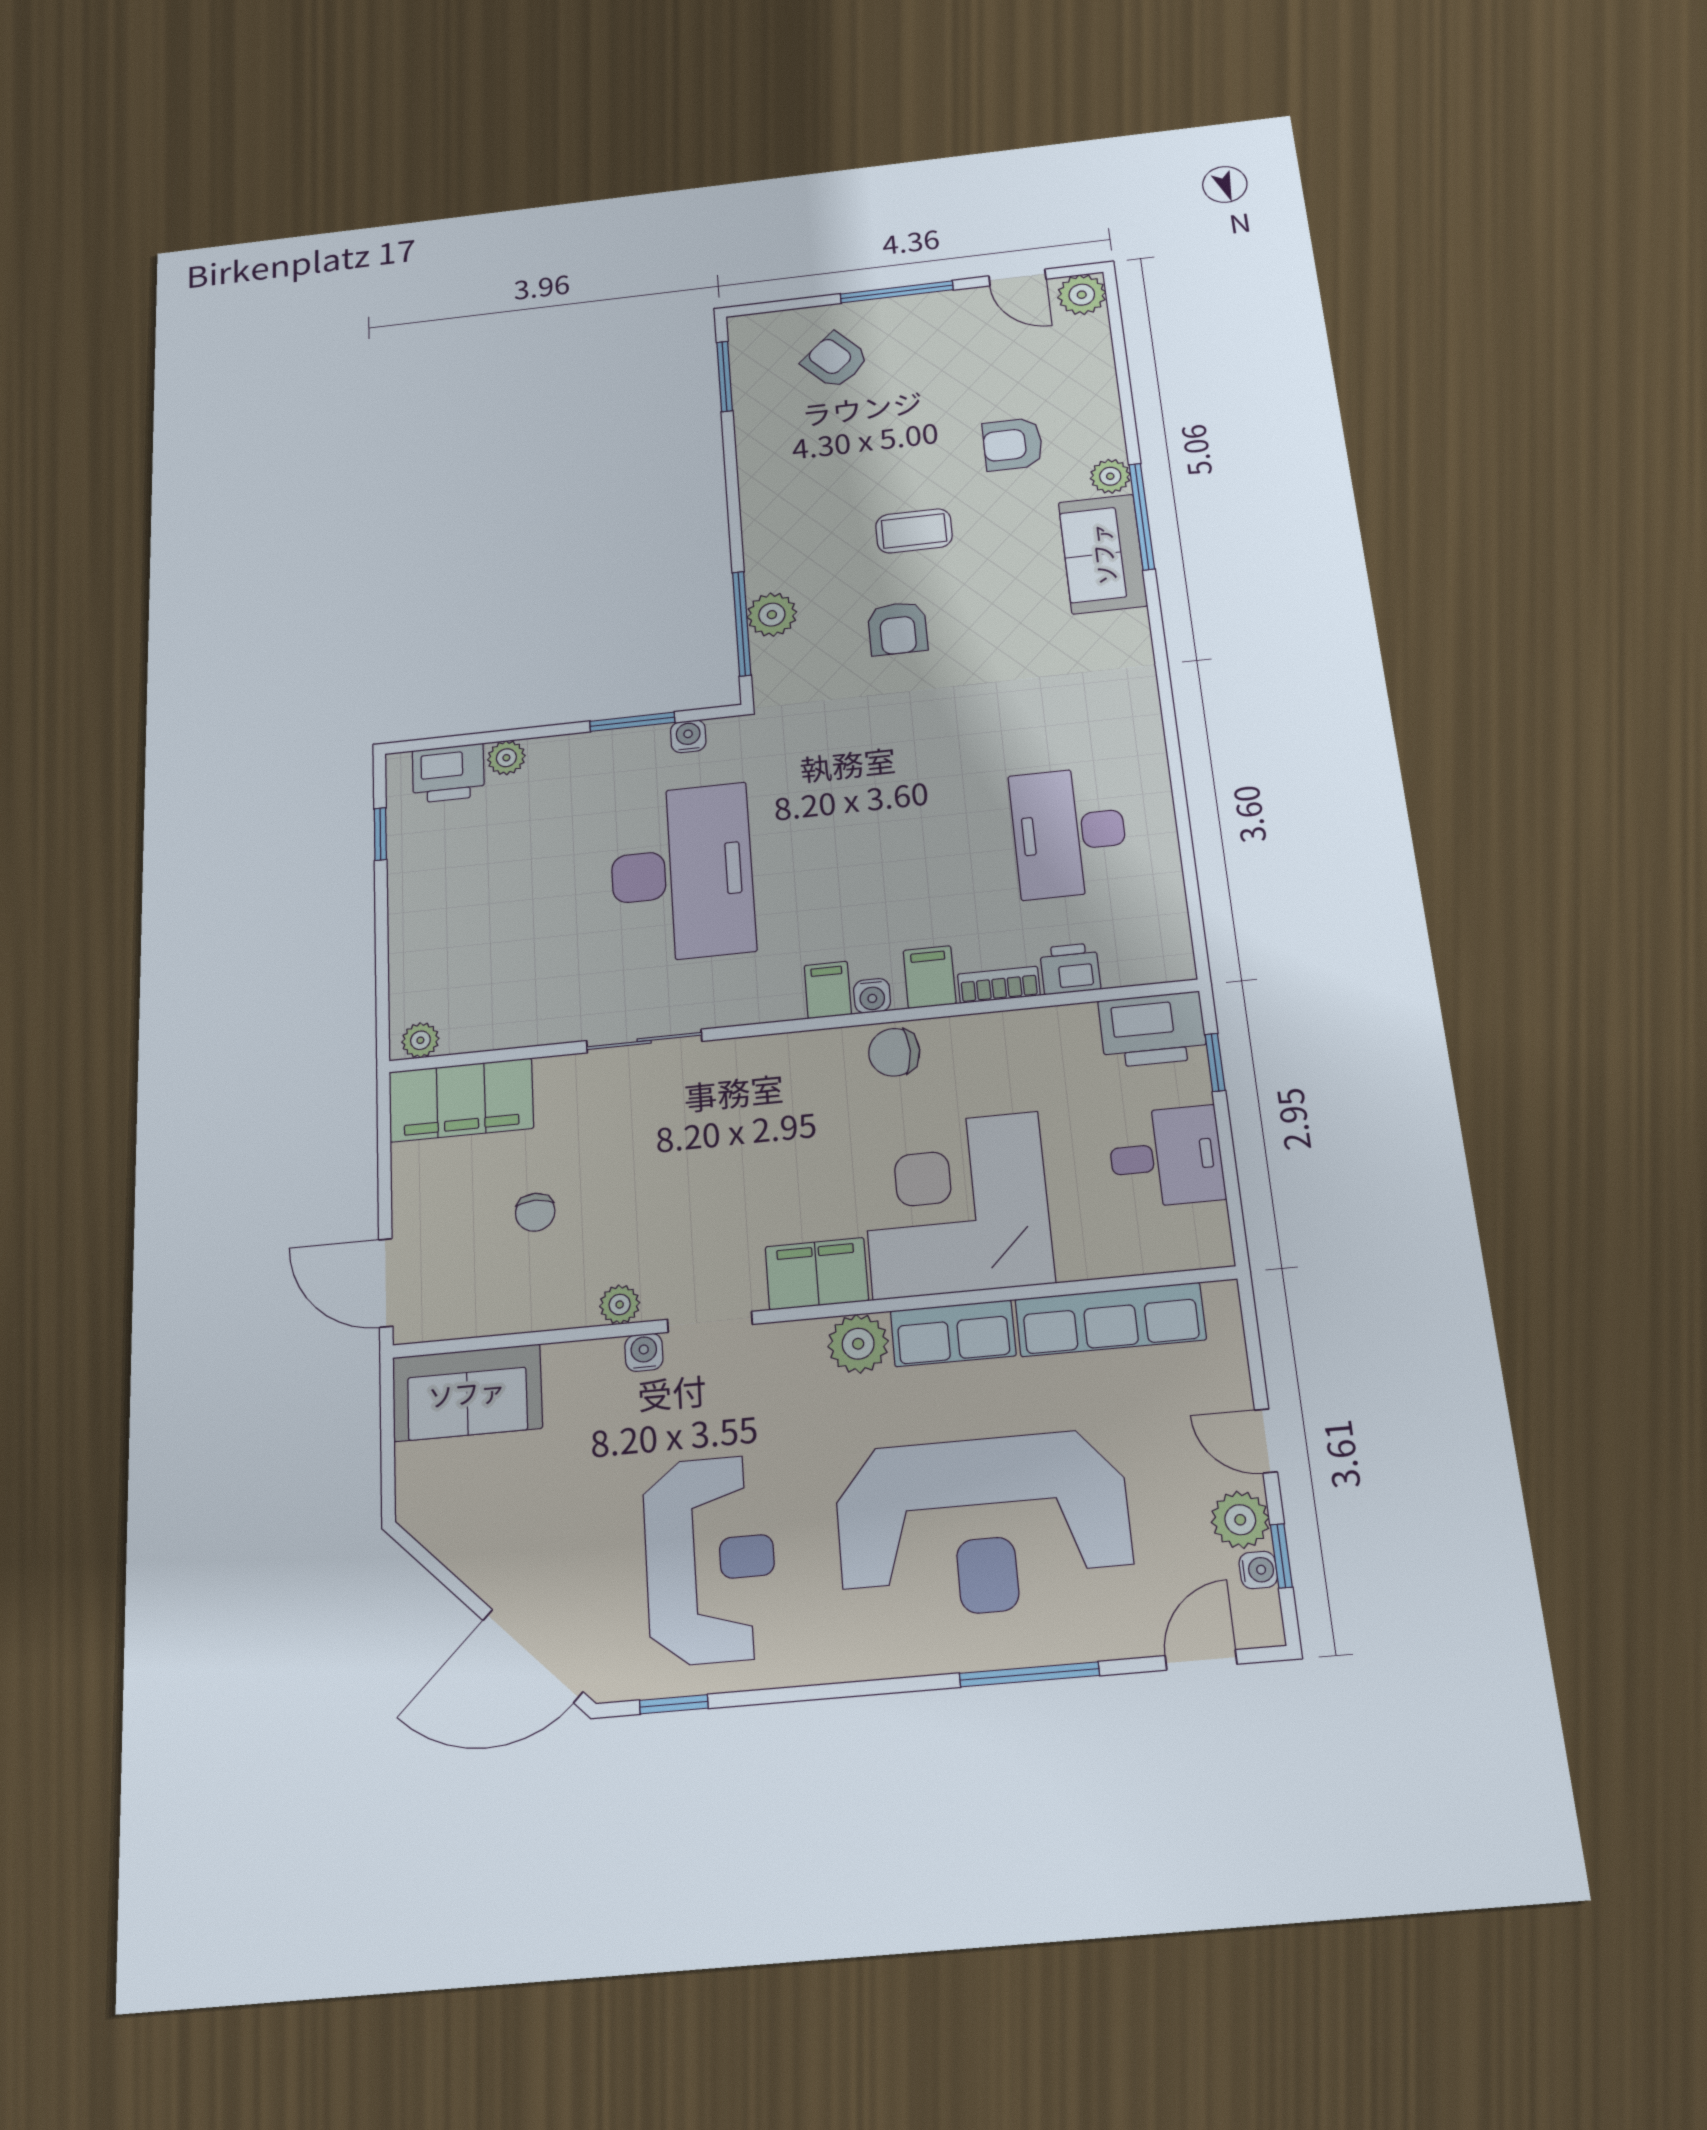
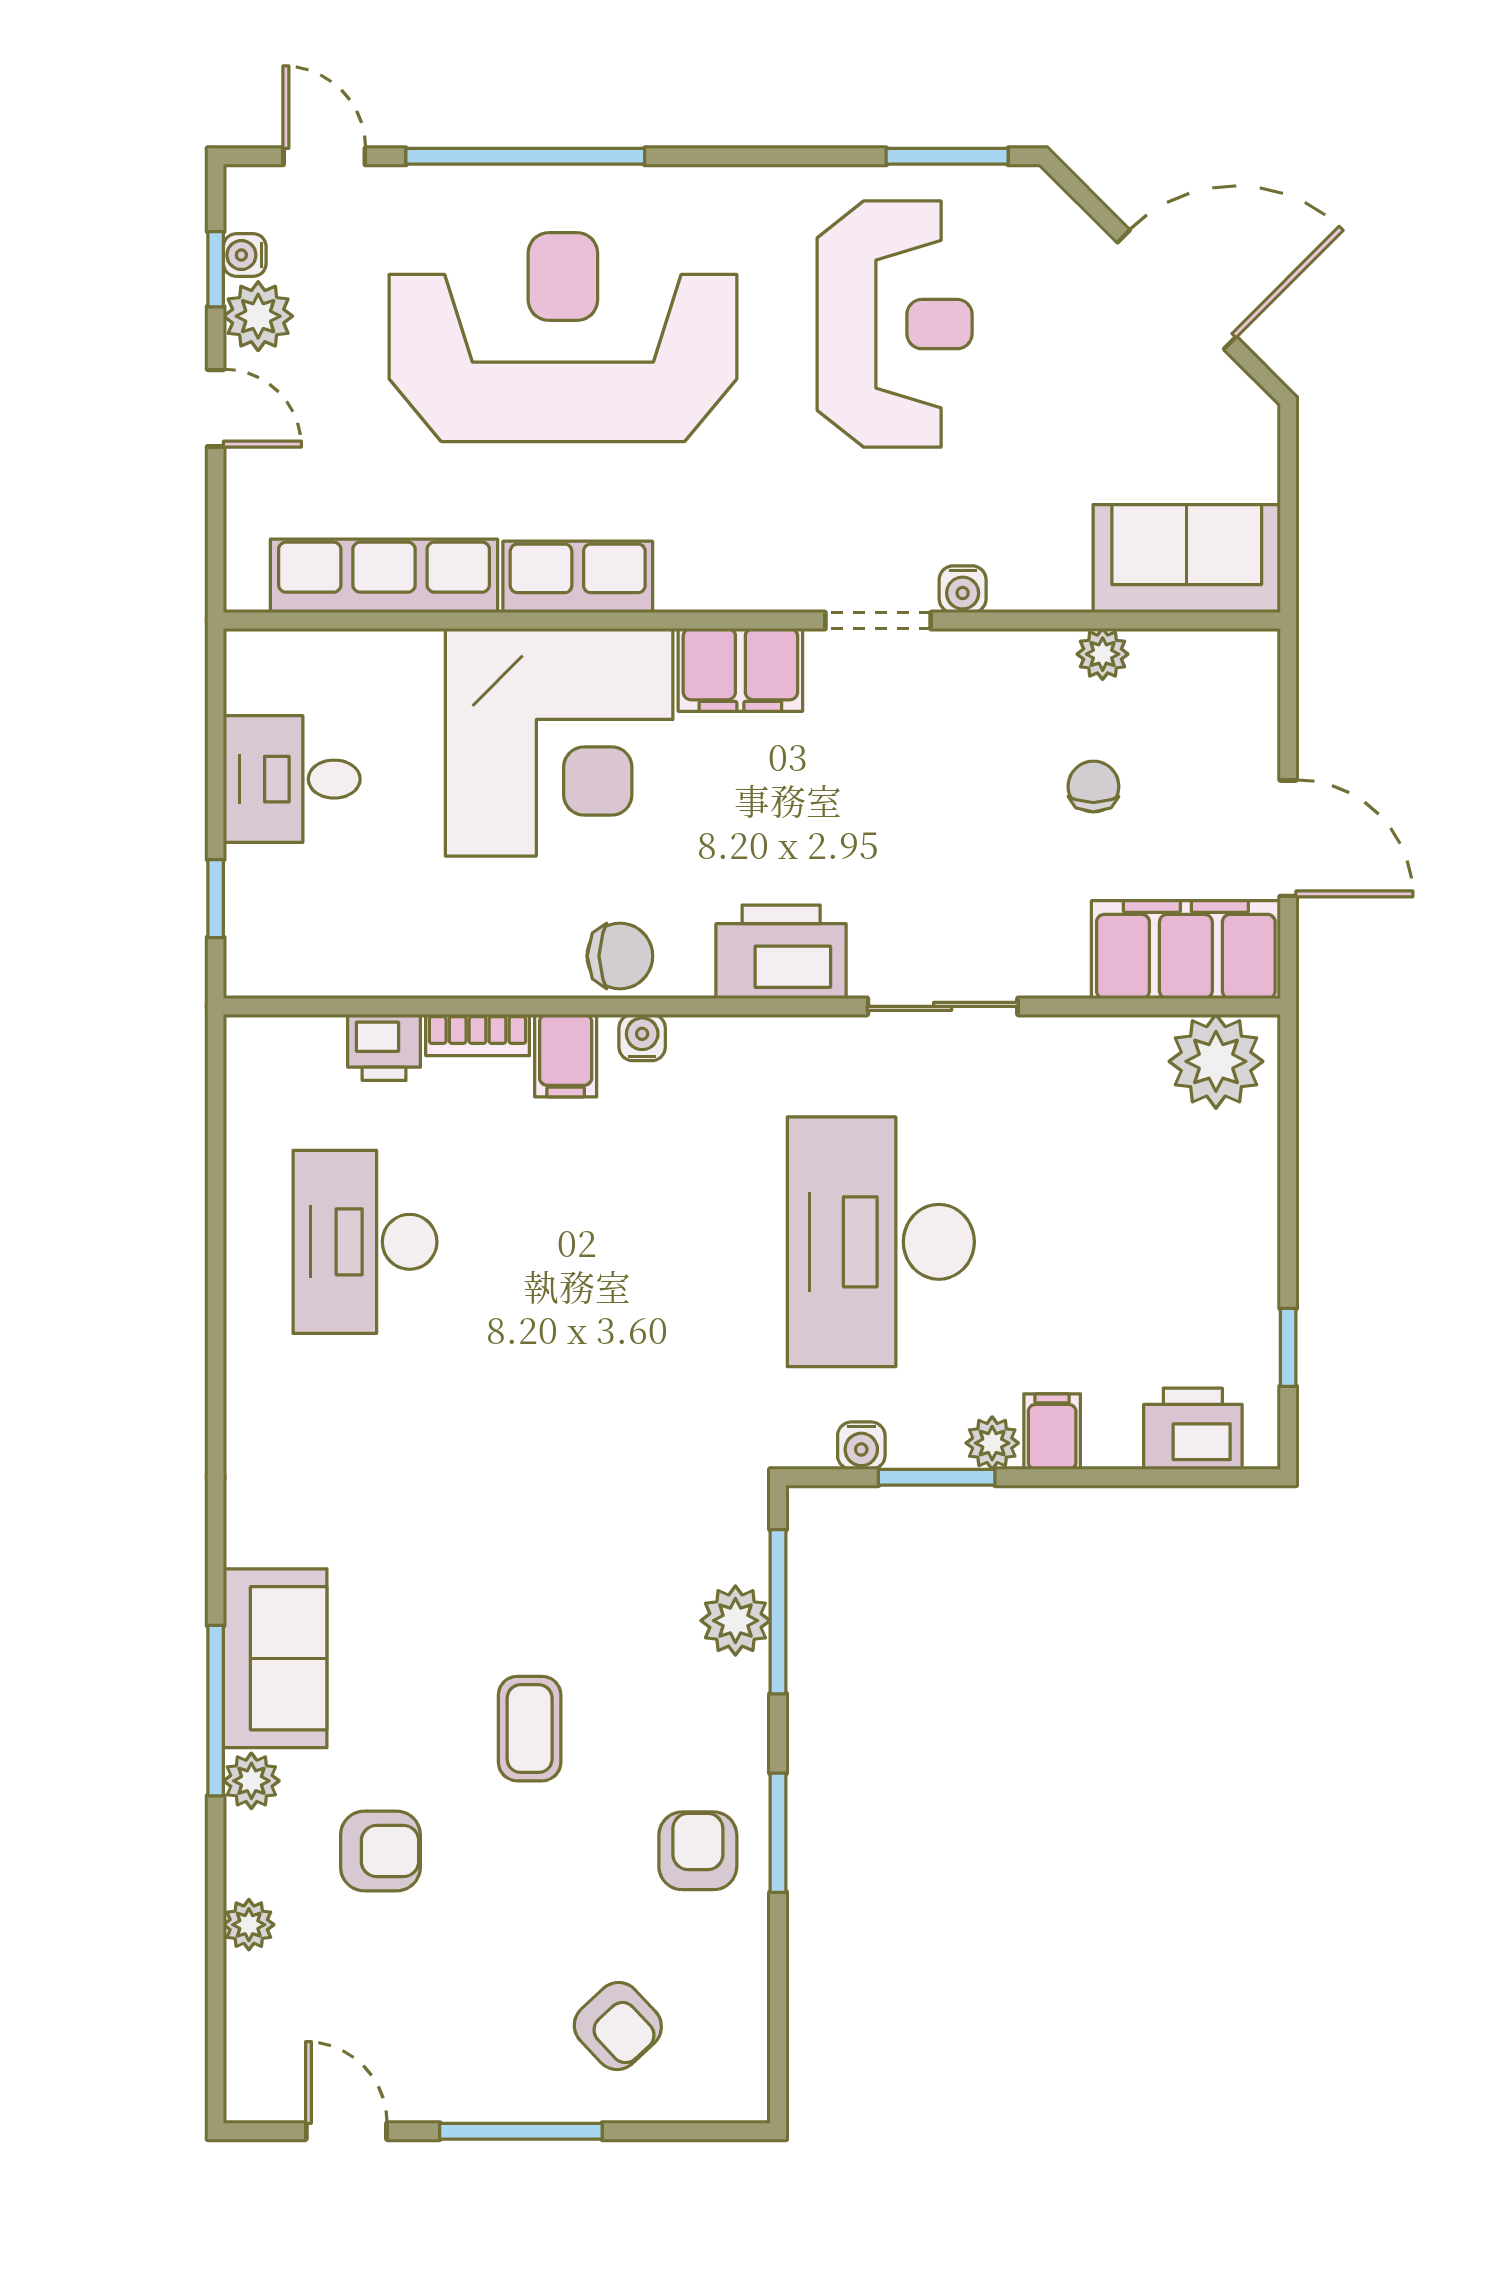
plant: (1082, 295) -> (249, 1925), moved, width x0.73, depth x0.73
window: (725, 376) -> (778, 1833), moved
coffee table: (914, 531) -> (530, 1729), turned 90
armchair: (898, 628) -> (698, 1851), moved
plant: (506, 758) -> (992, 1443), moved
desk: (1069, 832) -> (365, 1242), turned 180
filing cabinet: (828, 990) -> (1052, 1432), moved, turned 180
printer: (1153, 1029) -> (781, 952), moved
plant: (420, 1040) -> (1216, 1061), width x1.88, depth x1.88
door: (386, 1283) -> (1288, 838), moved
plant: (620, 1305) -> (1103, 654), moved
plant: (858, 1344) -> (696, 575), removed
reception desk: (710, 1560) -> (895, 324), turned 180
door: (533, 1656) -> (1177, 290), moved
door: (1201, 1660) -> (324, 156), swing flipped
window: (1029, 1674) -> (525, 156), width x1.46
window: (674, 1704) -> (947, 156), width x1.50

